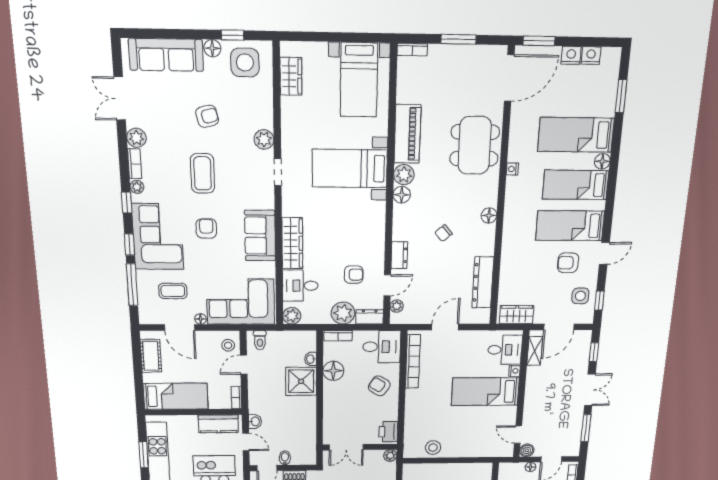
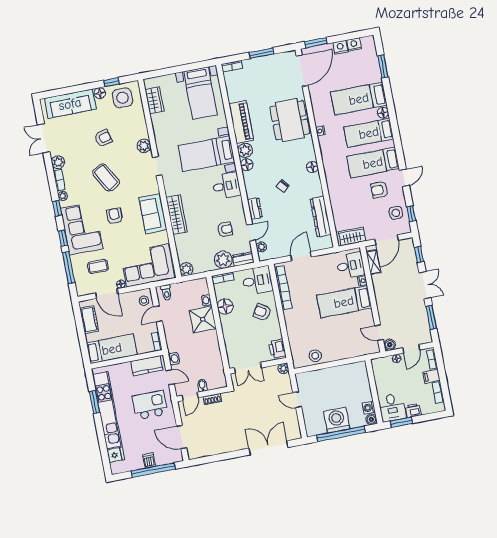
coffee table: (203, 173) -> (106, 178), turned -30
desk: (300, 286) -> (226, 186), moved, turned 180

